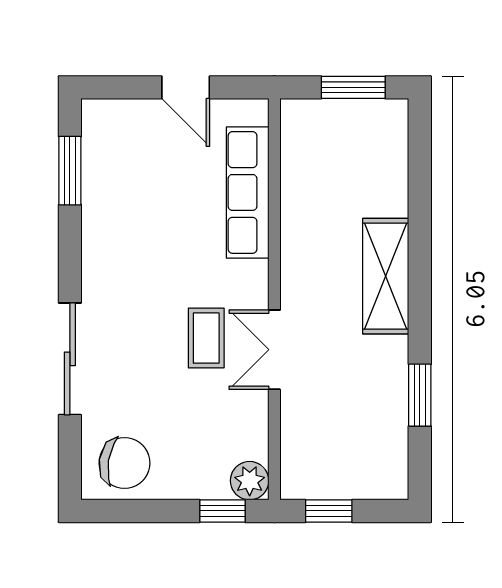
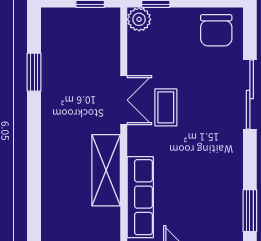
shelving: (386, 276) -> (106, 170), moved
chair: (125, 463) -> (216, 30), turned -99

